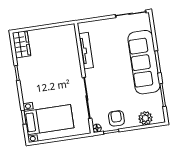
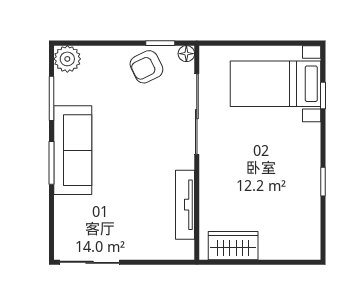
wardrobe: (21, 44) -> (233, 246), moved, turned 90
sofa: (144, 62) -> (73, 150), width x0.74, depth x0.79
armchair: (116, 118) -> (146, 67), turned 64
plant: (145, 118) -> (67, 59), moved

